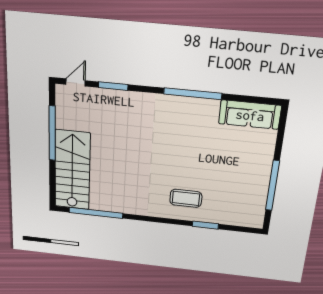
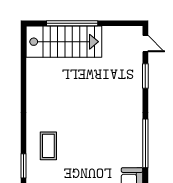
window: (52, 133) -> (72, 23), moved
window: (96, 213) -> (23, 64), removed

